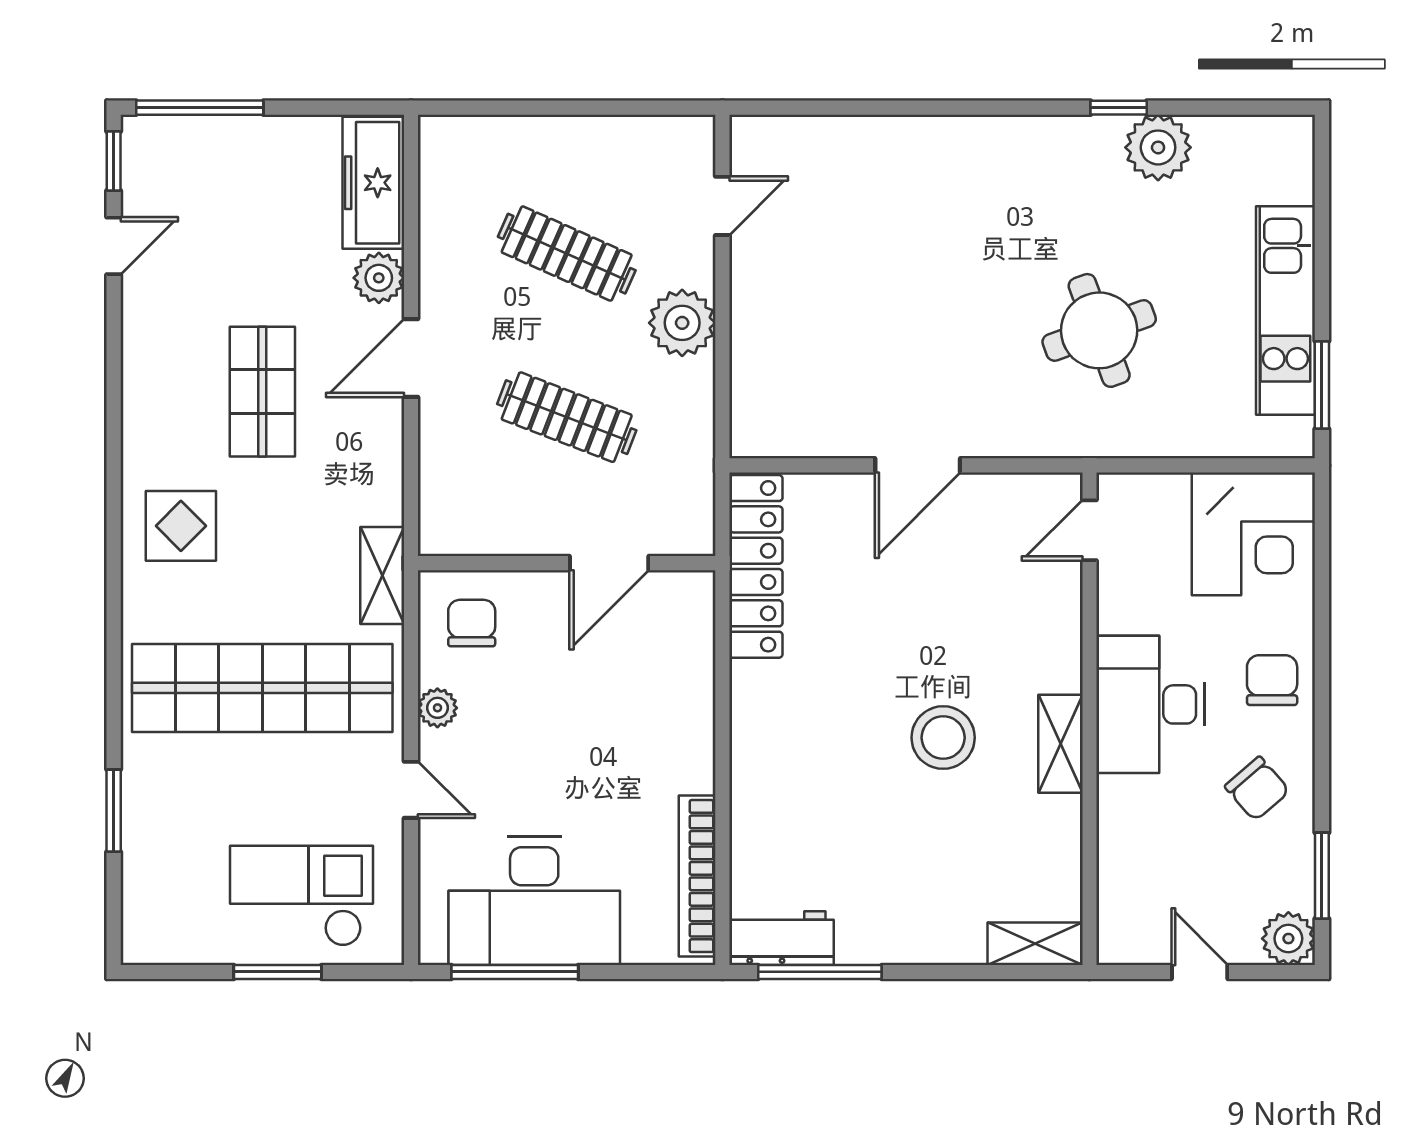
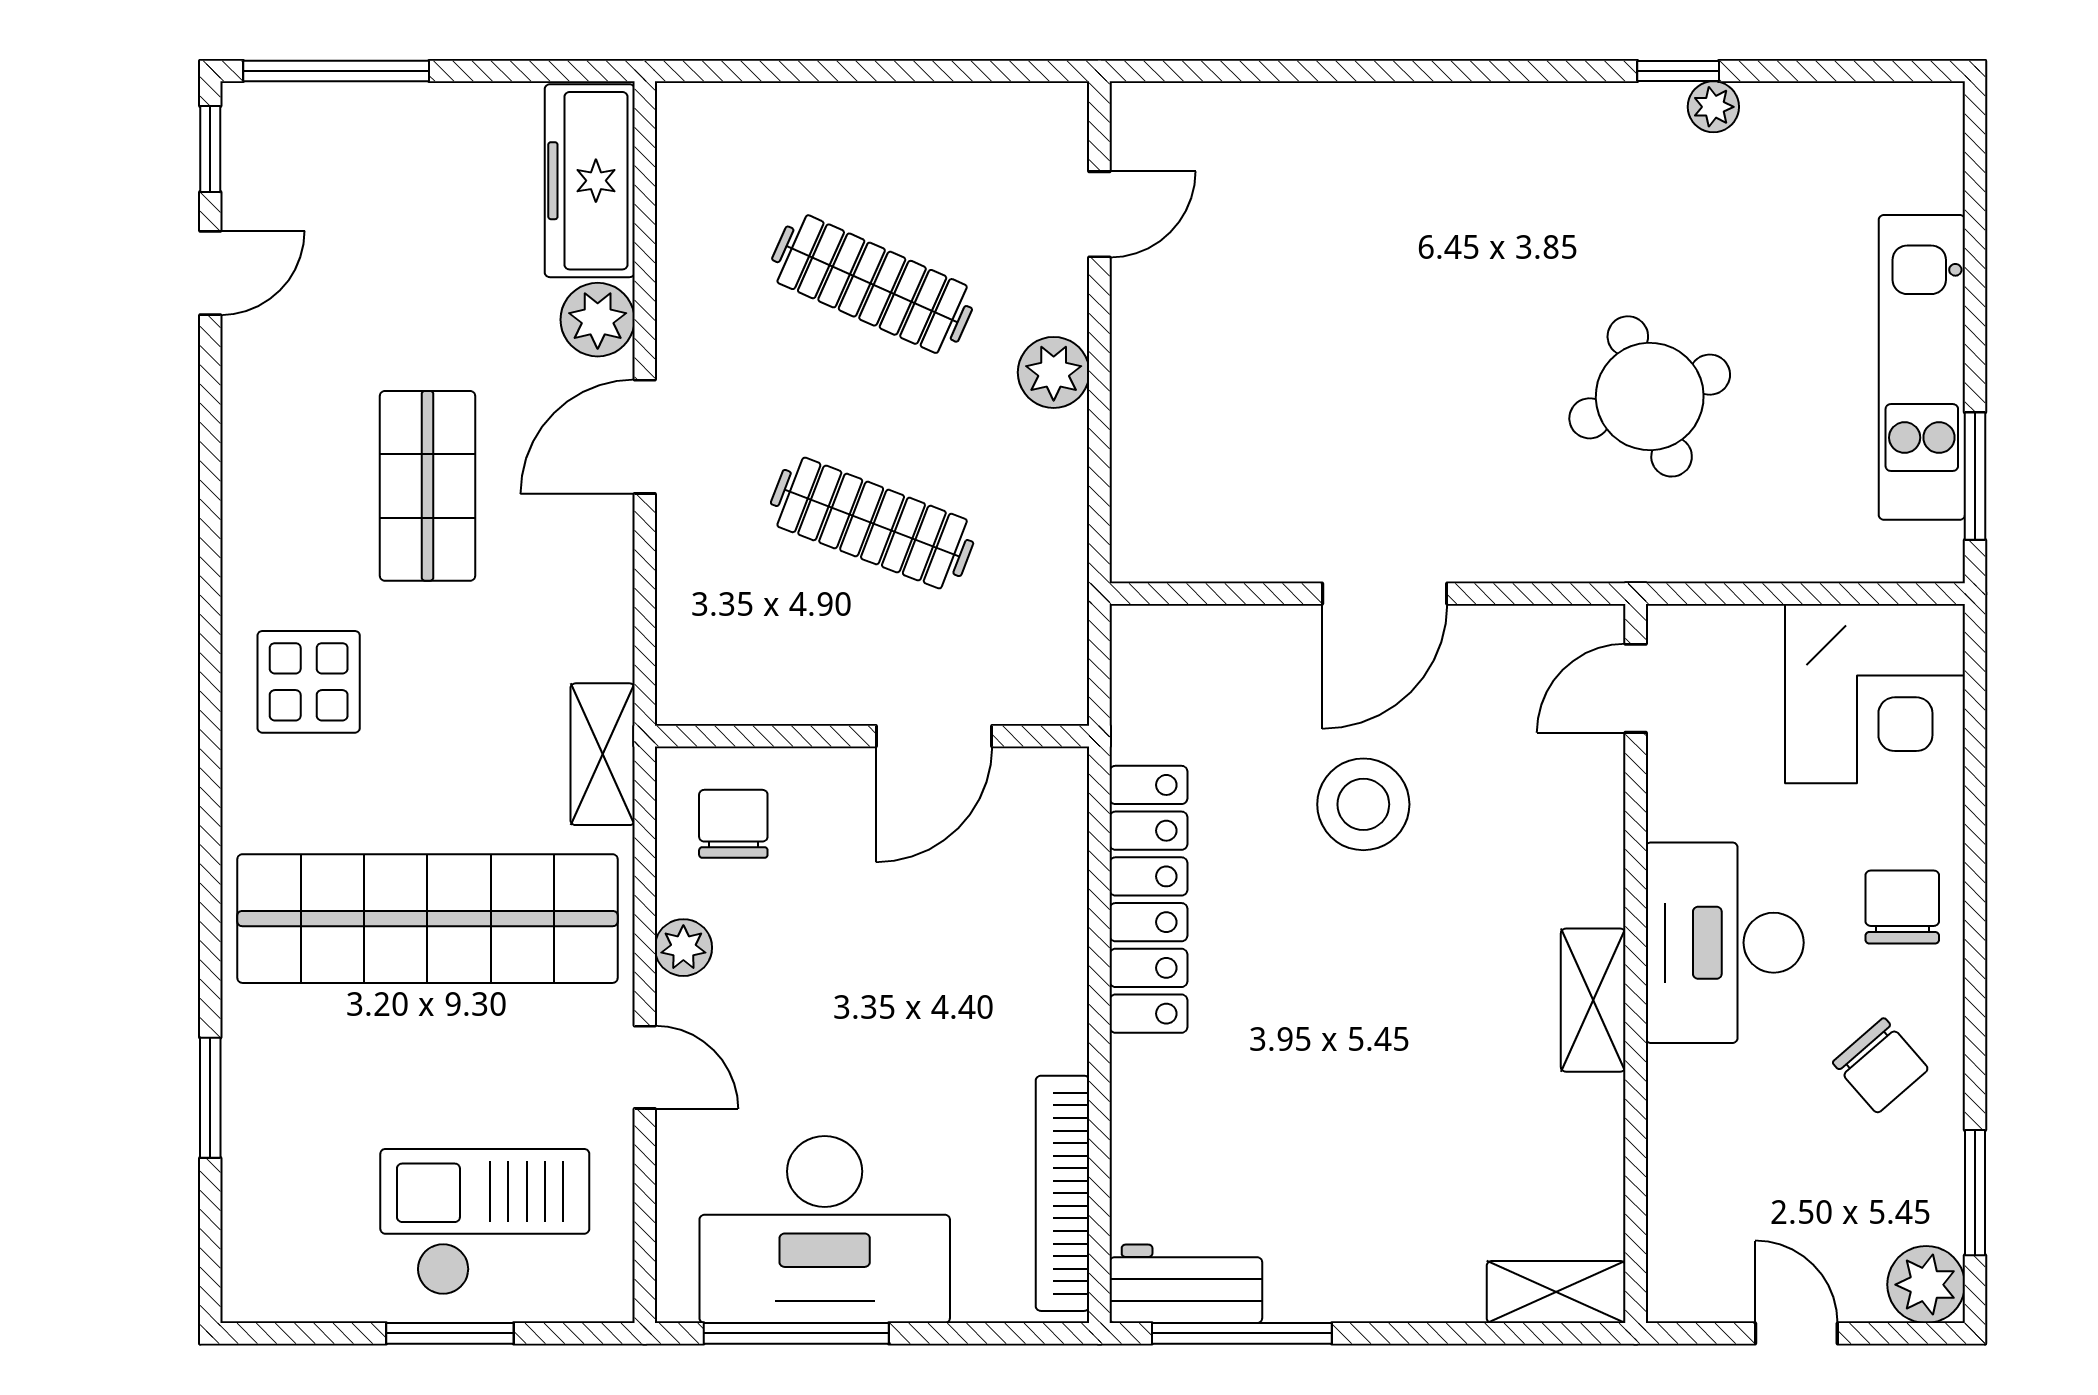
plant: (1158, 147) -> (1713, 107), width x0.53, depth x0.53
plant: (682, 323) -> (1054, 372), width x0.73, depth x0.73
locker: (756, 566) -> (1148, 899), moved
stool: (943, 738) -> (1363, 804), moved

